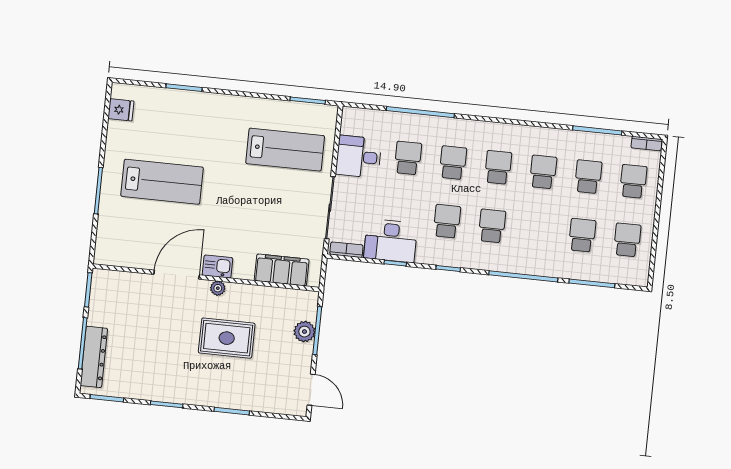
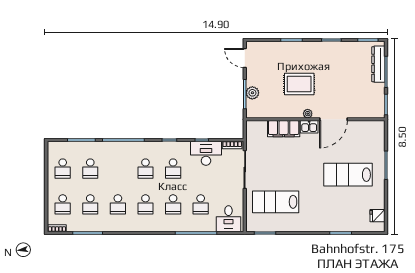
desk: (359, 157) -> (228, 219), moved, turned 90
filing cabinet: (282, 270) -> (284, 129), moved

